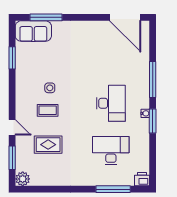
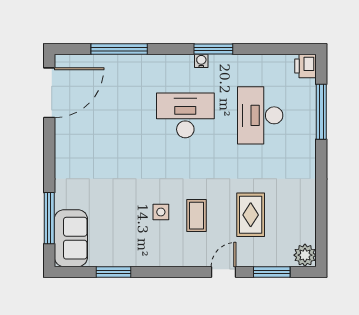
window: (153, 80) -> (119, 49), moved

